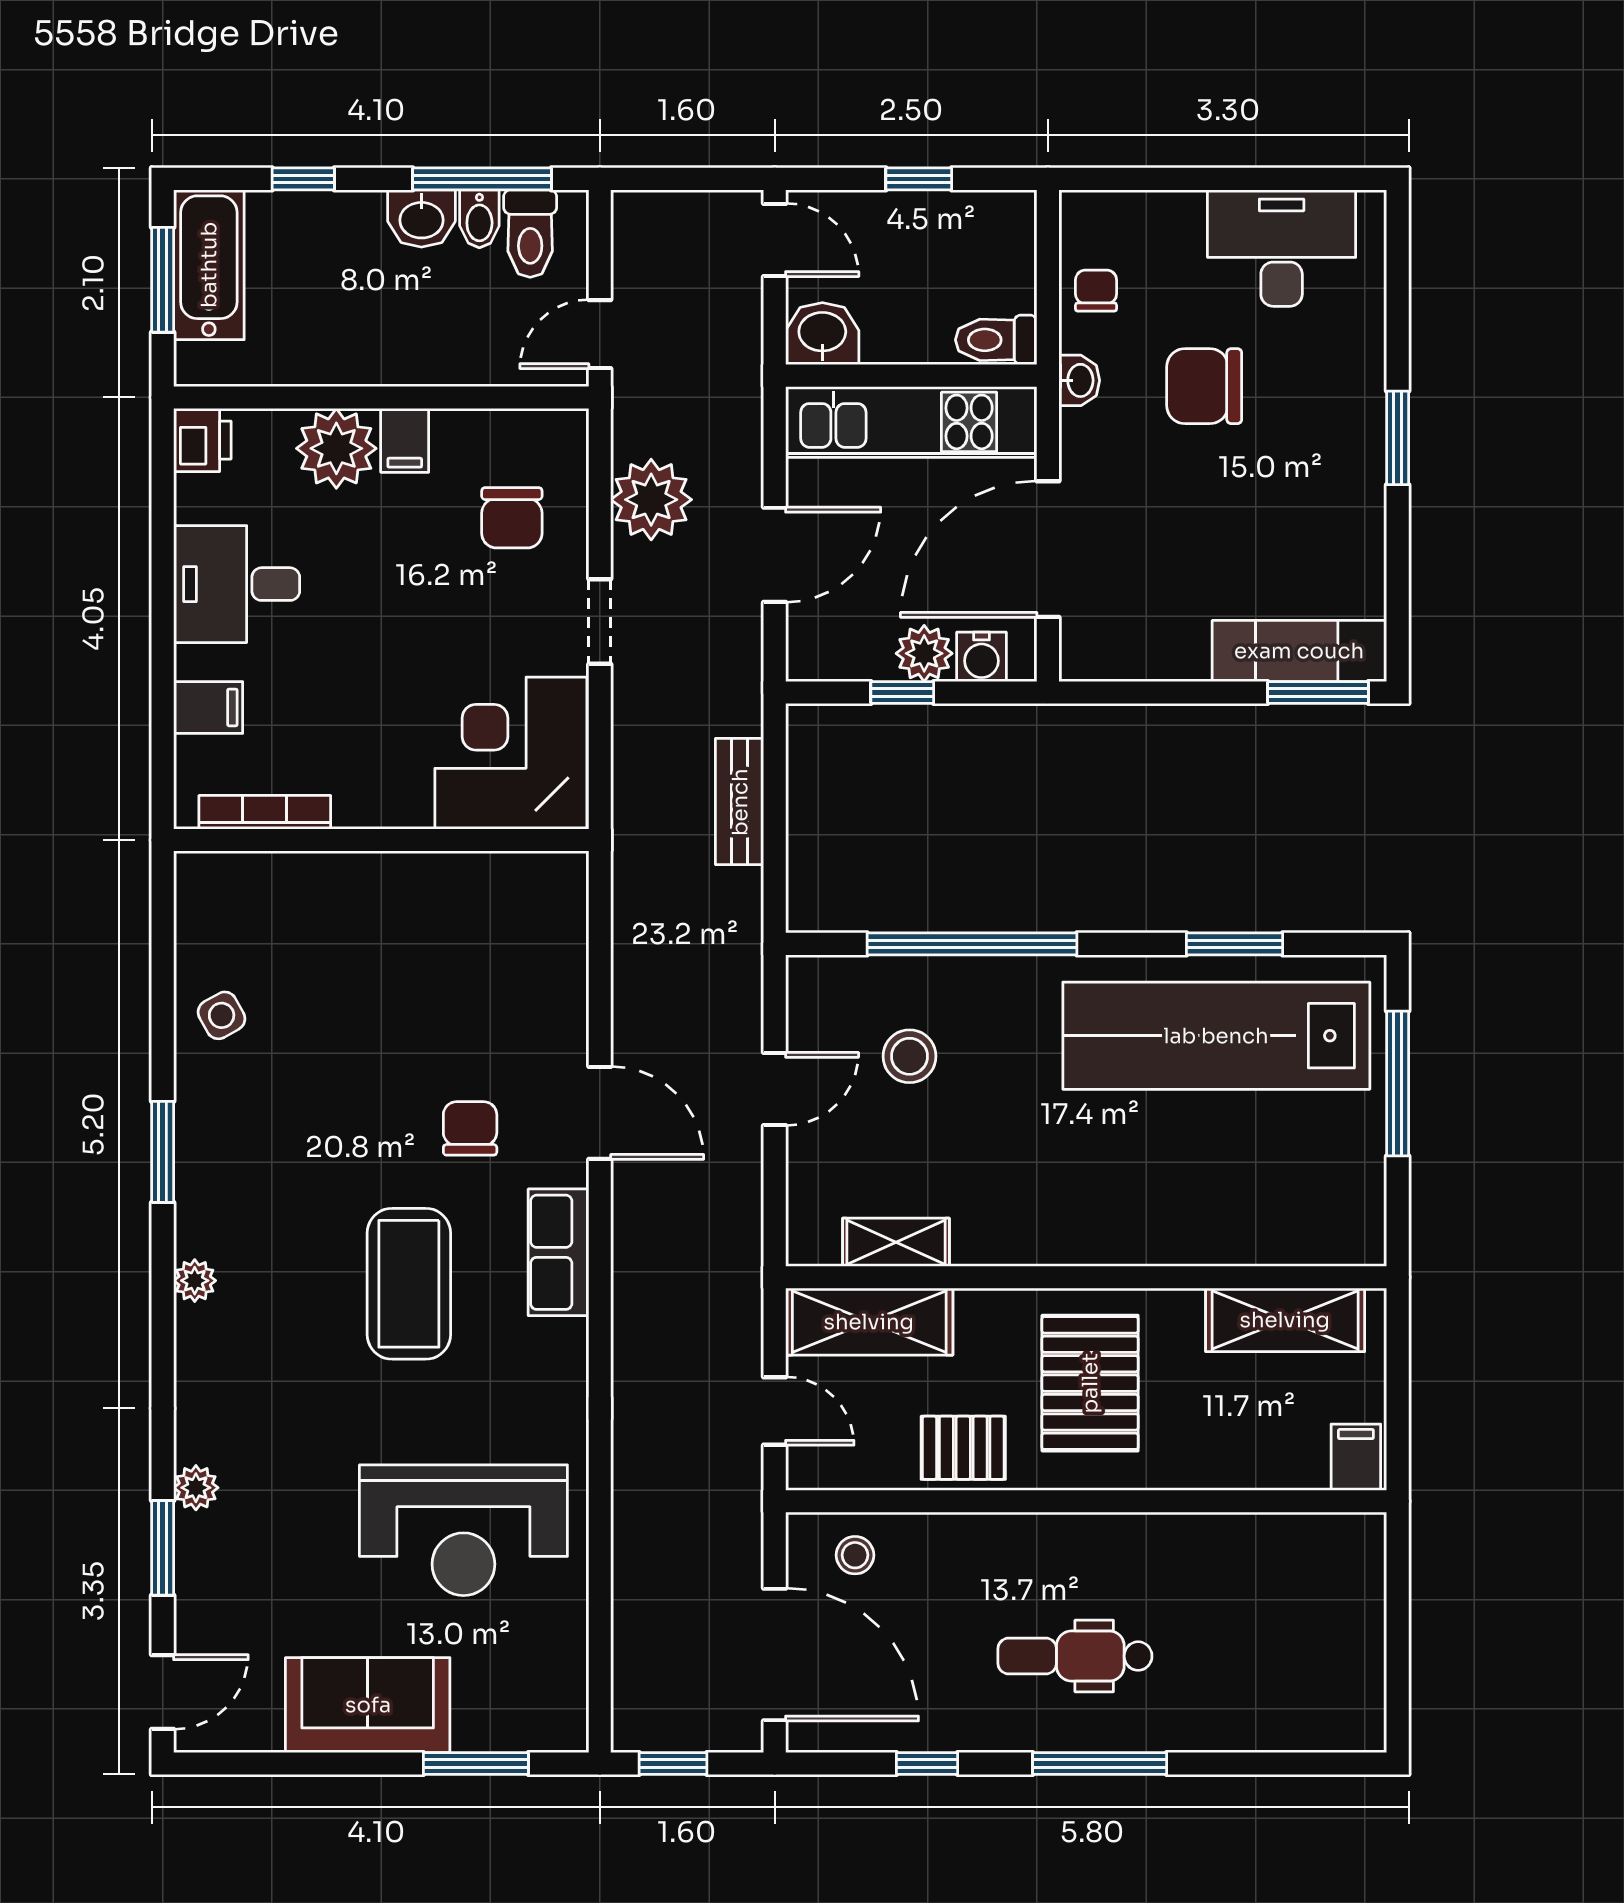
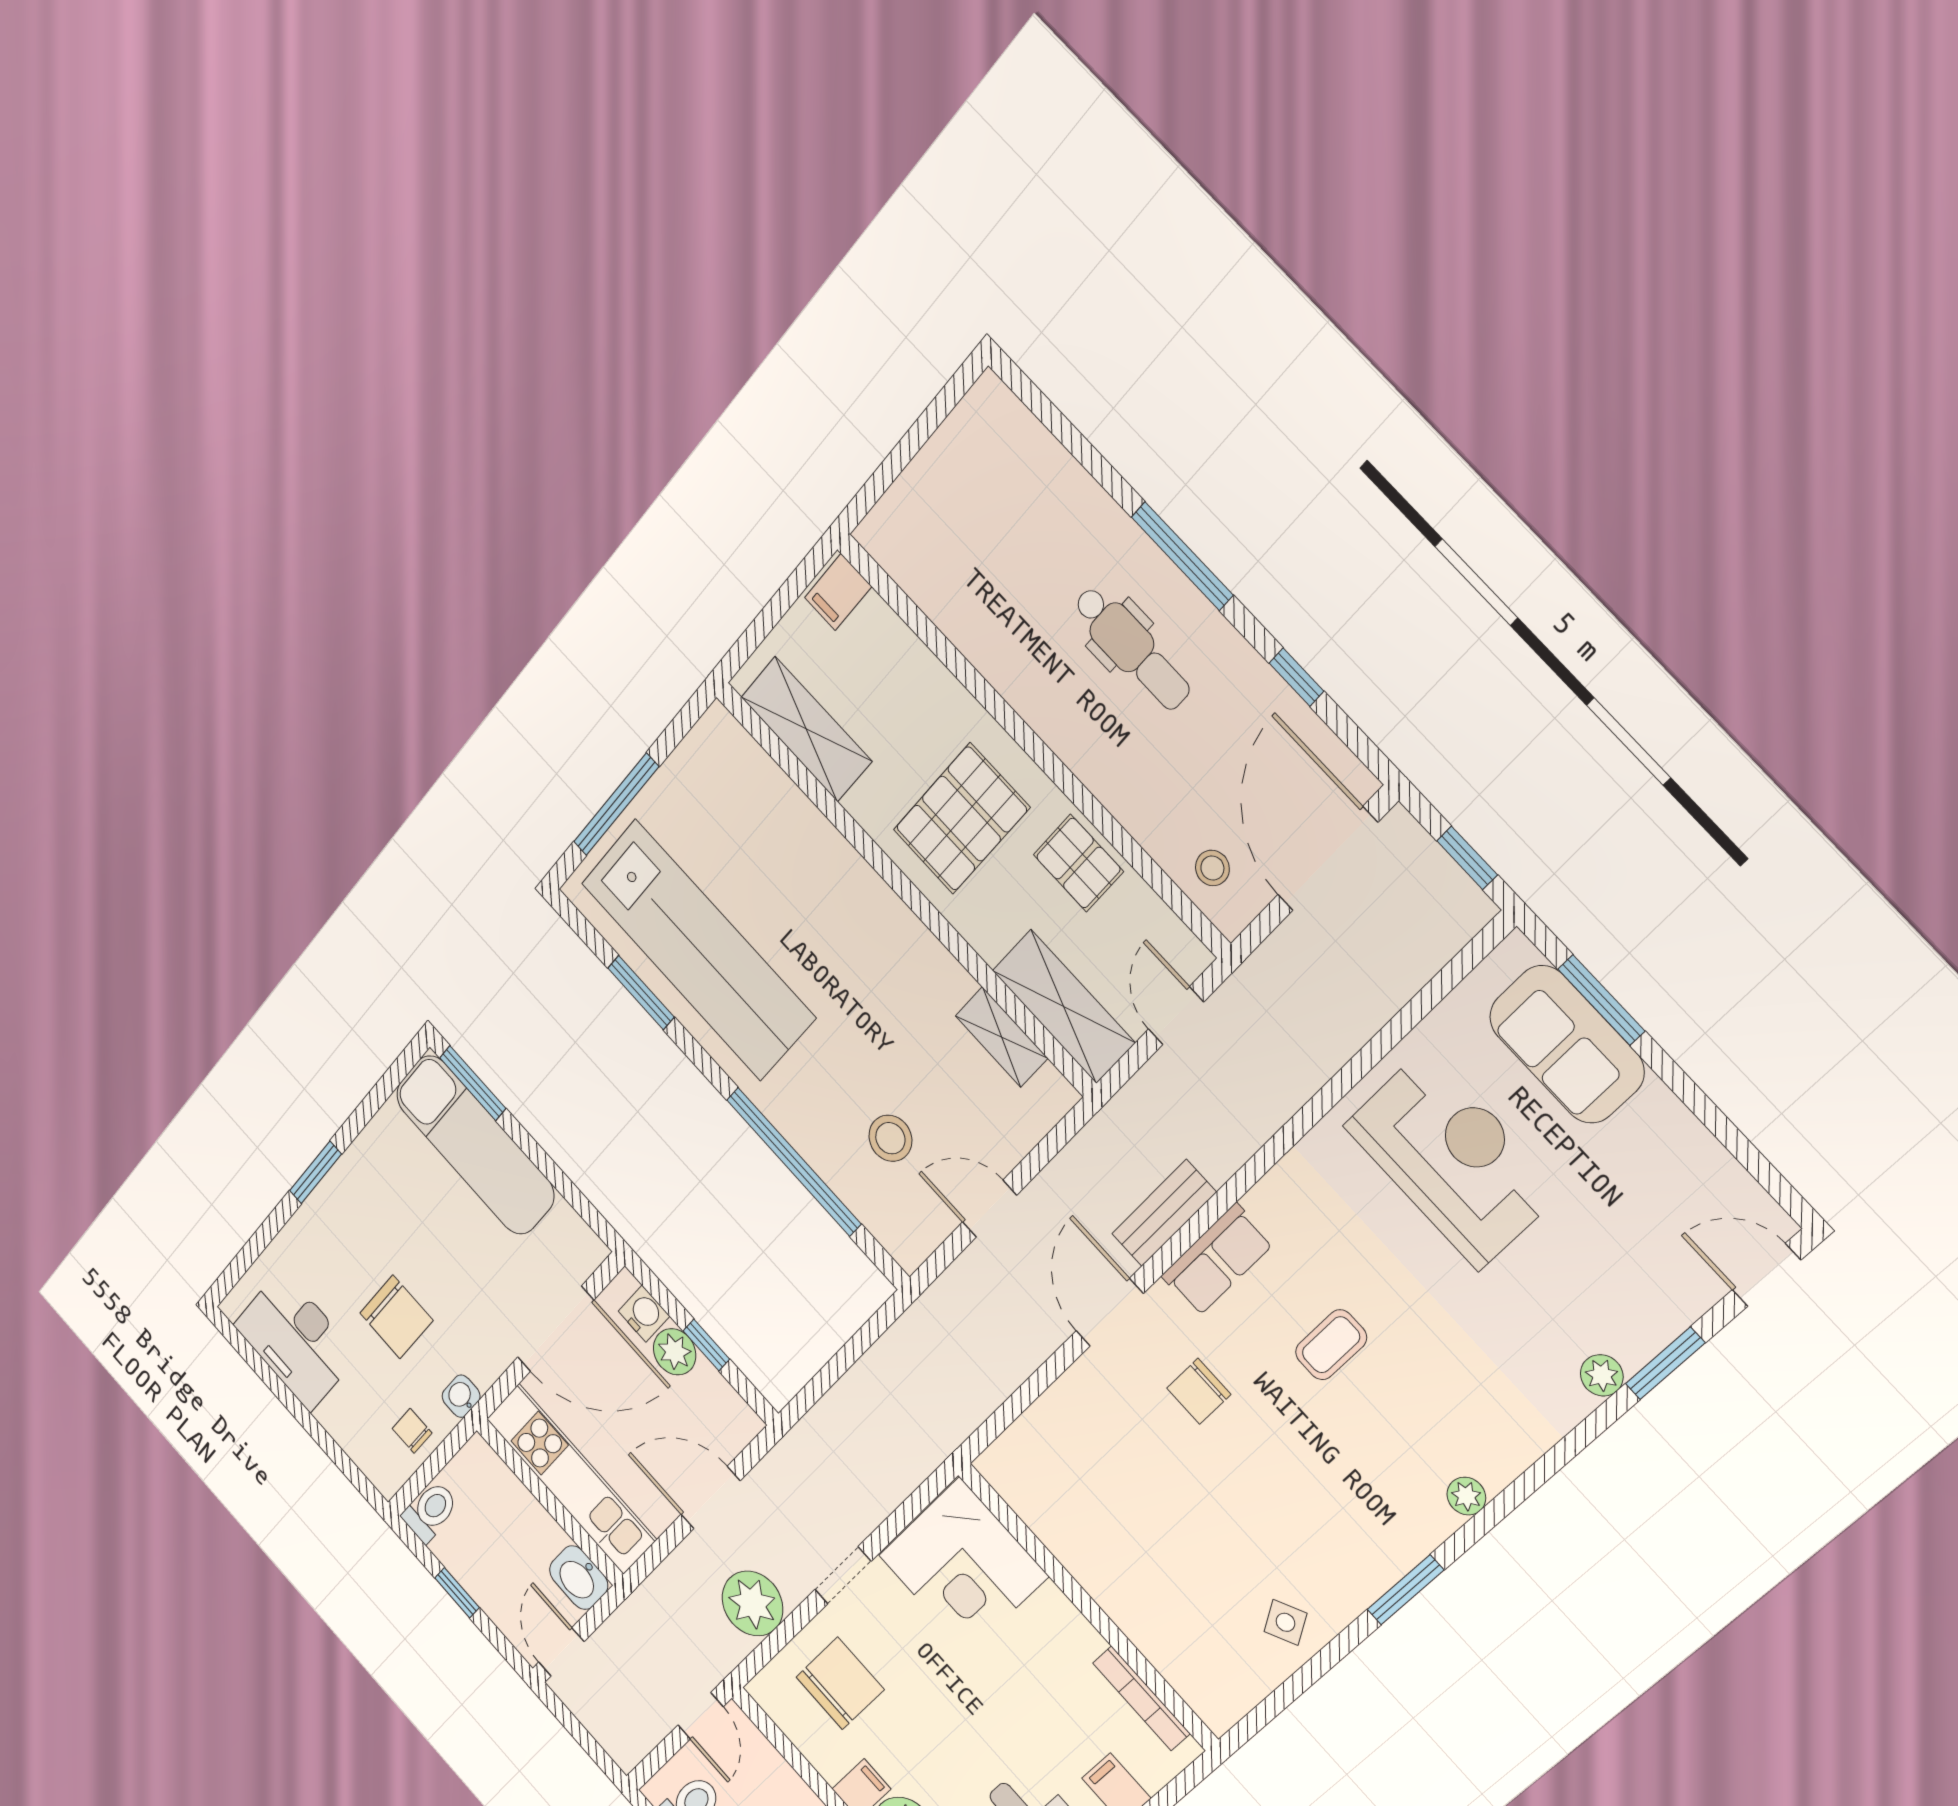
chair: (1096, 291) -> (412, 1431), turned 90
door: (600, 334) -> (700, 1716), hinge flipped
toilet: (996, 340) -> (430, 1511), moved, turned -90
chair: (512, 518) -> (840, 1683), width x1.37, depth x1.37
exam couch: (1299, 651) -> (475, 1145), width x1.36, depth x1.45
bench: (740, 802) -> (1164, 1213), moved
coffee table: (409, 1284) -> (1331, 1345), width x0.54, depth x0.58
sofa: (368, 1705) -> (1567, 1044), moved

